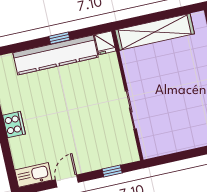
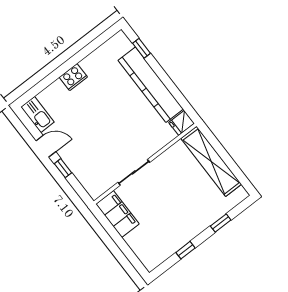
window: (59, 38) -> (141, 48), moved
filing cabinet: (163, 144) -> (117, 214), added
window: (112, 171) -> (63, 168), moved

